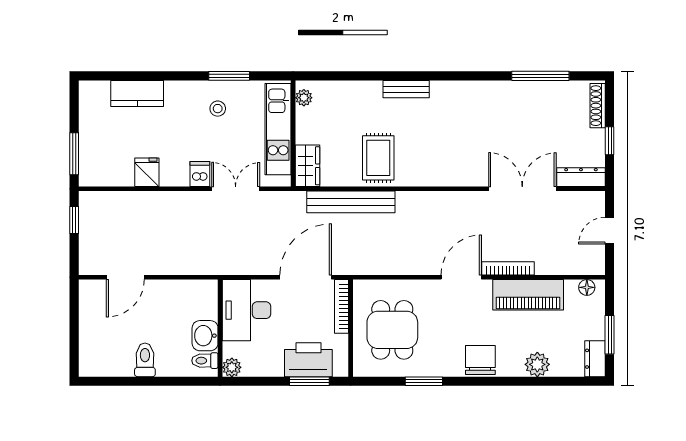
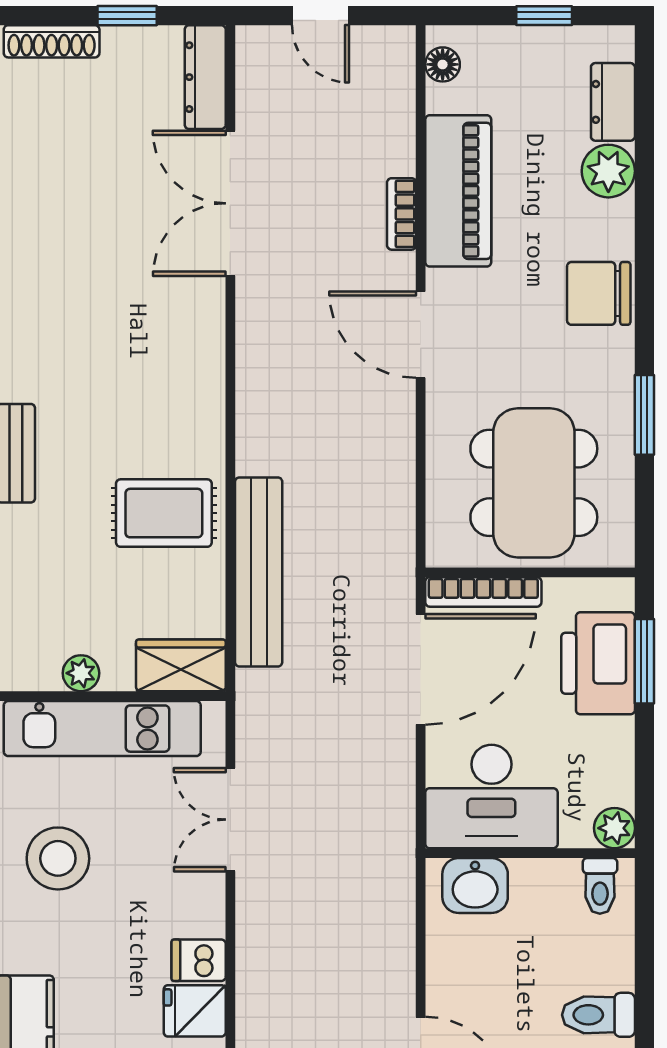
plant: (304, 98) -> (81, 673), moved
stool: (218, 109) -> (58, 858), width x1.89, depth x1.89
dishwasher: (200, 174) -> (199, 960), moved
bookcase: (508, 268) -> (402, 214), width x0.64
door: (306, 277) -> (421, 669), swing flipped
dining table: (392, 330) -> (534, 483), width x1.38
window: (610, 335) -> (544, 16), width x0.67
washbasin: (205, 336) -> (475, 886), moved
dresser: (595, 359) -> (613, 102), moved, turned 90

